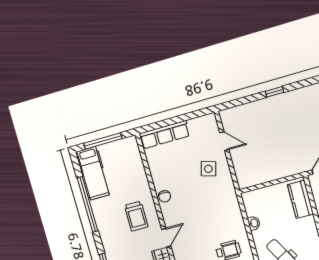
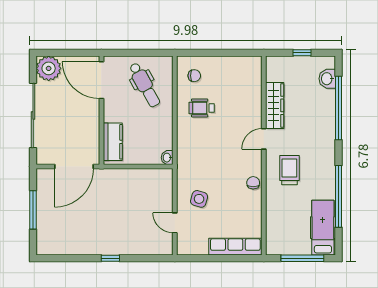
washbasin: (254, 223) -> (167, 158), moved

